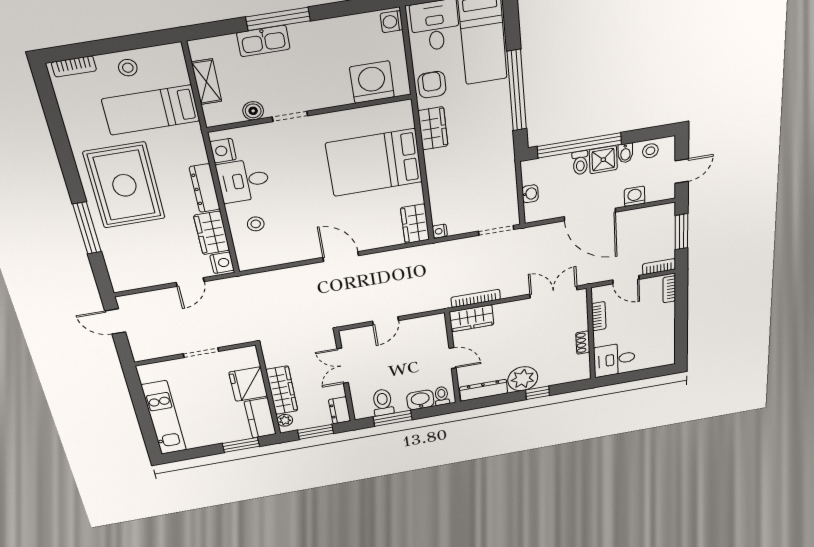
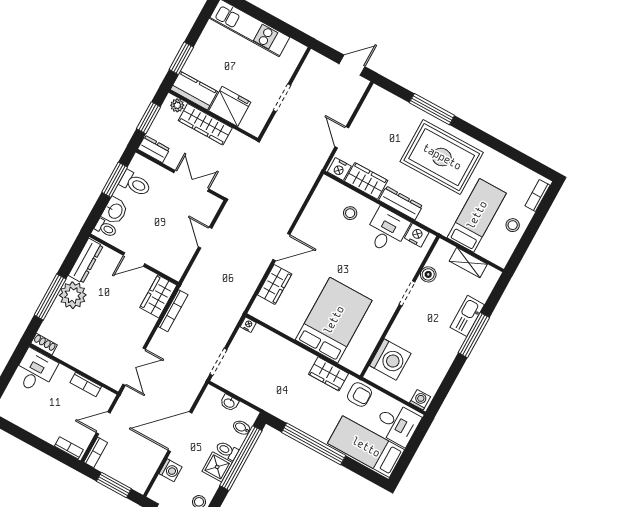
bidet: (625, 153) -> (242, 428), moved
wardrobe: (415, 224) -> (275, 284), moved, turned 90
shoe rack: (583, 342) -> (44, 344), moved
window: (538, 393) -> (50, 297), width x2.17

